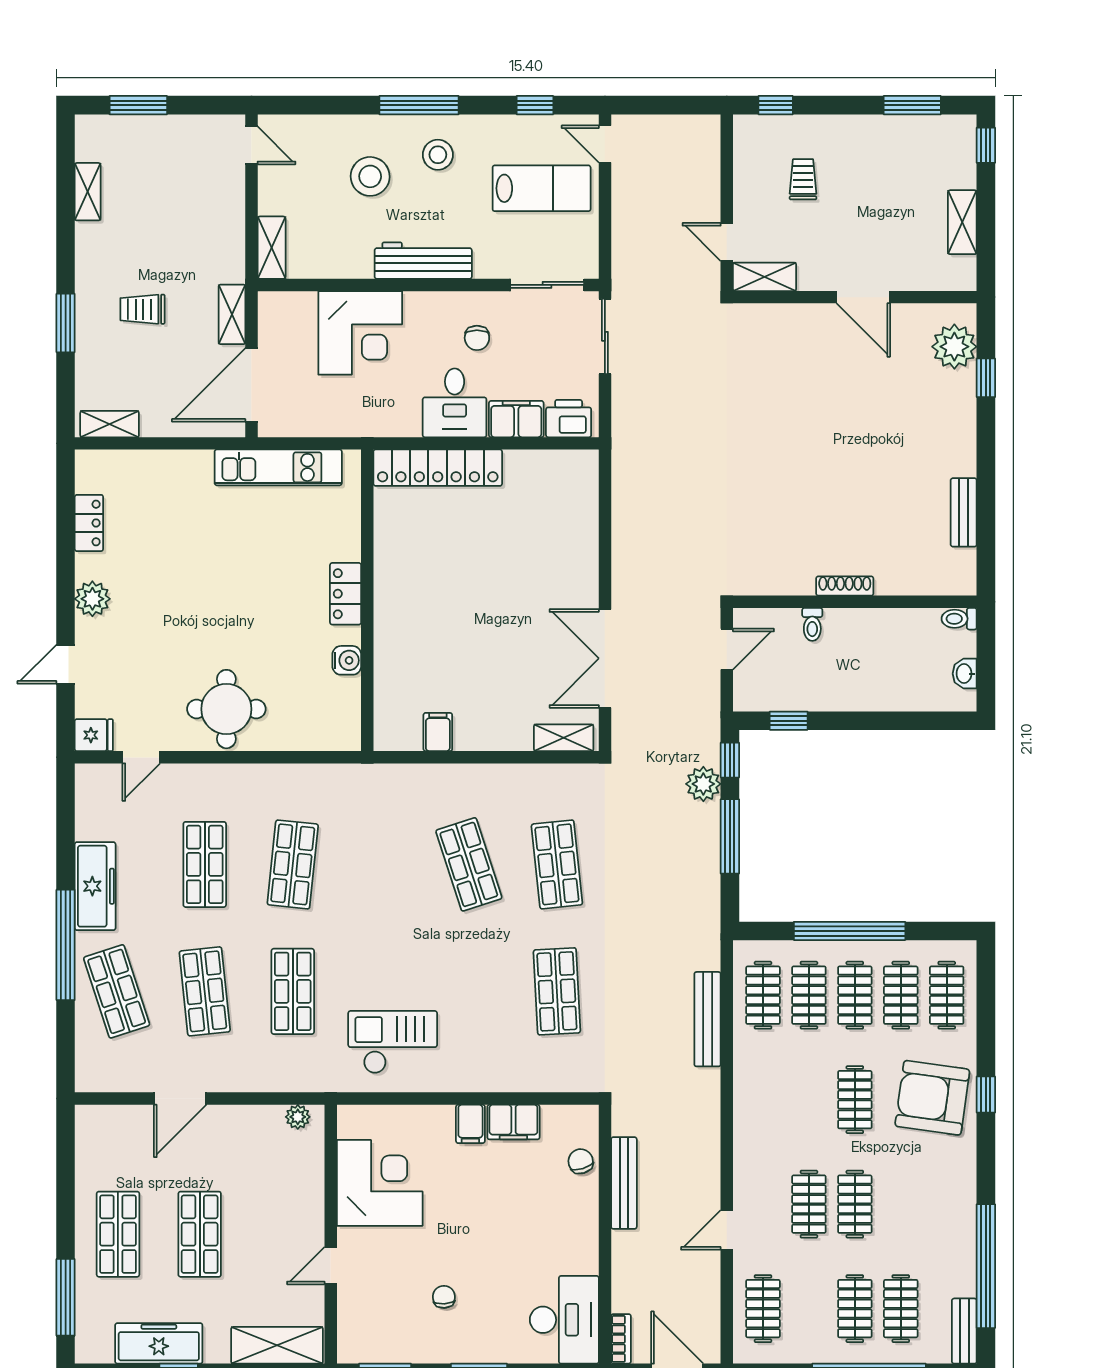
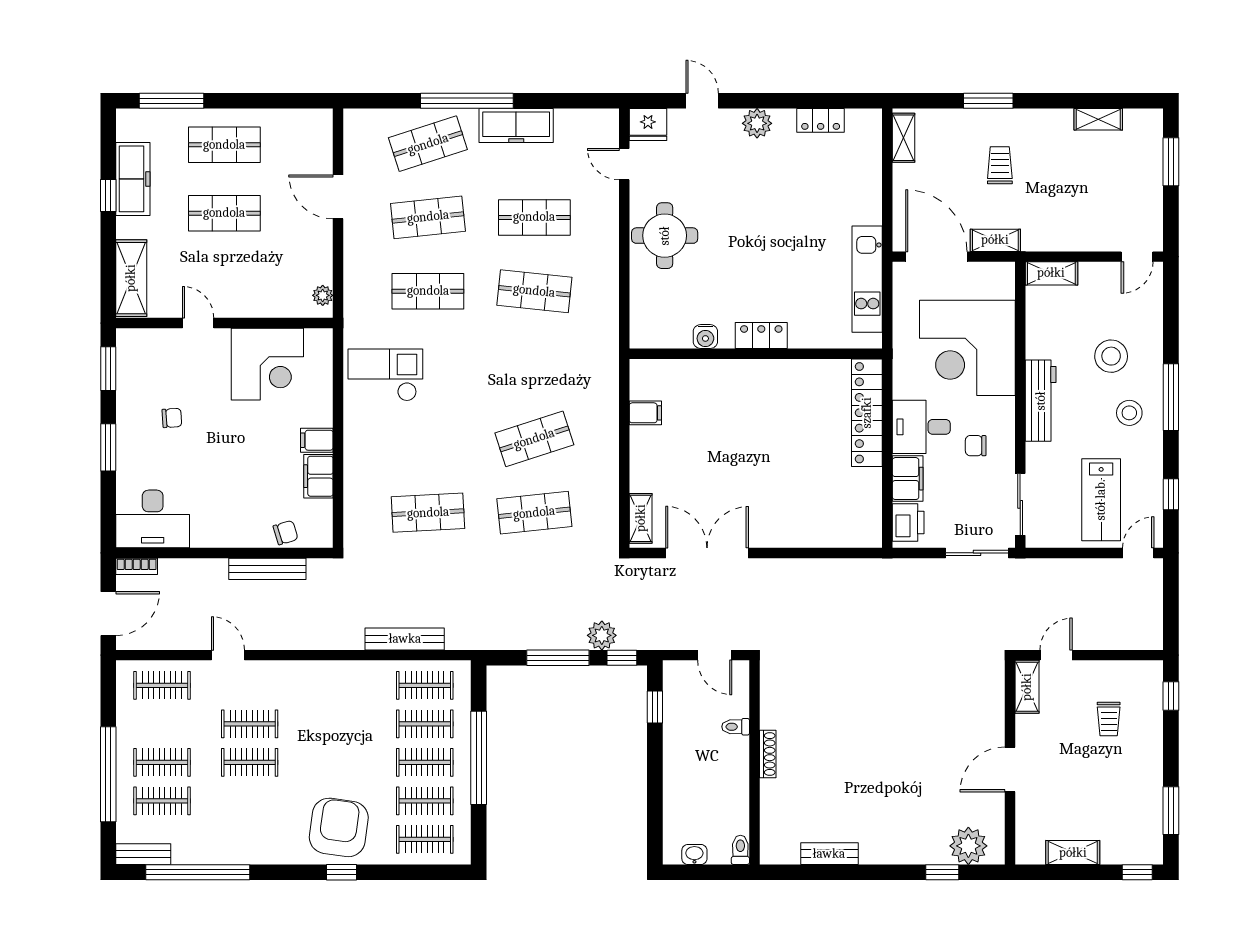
trolley: (803, 179) -> (1109, 719), turned 90
corner desk: (360, 333) -> (967, 348), width x1.36, depth x1.36
fridge: (94, 735) -> (648, 125), width x1.38
checkout: (393, 1042) -> (385, 375), turned -90
clothes rail: (855, 1100) -> (337, 762), removed

